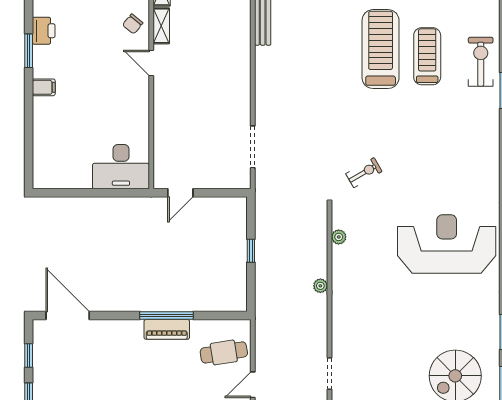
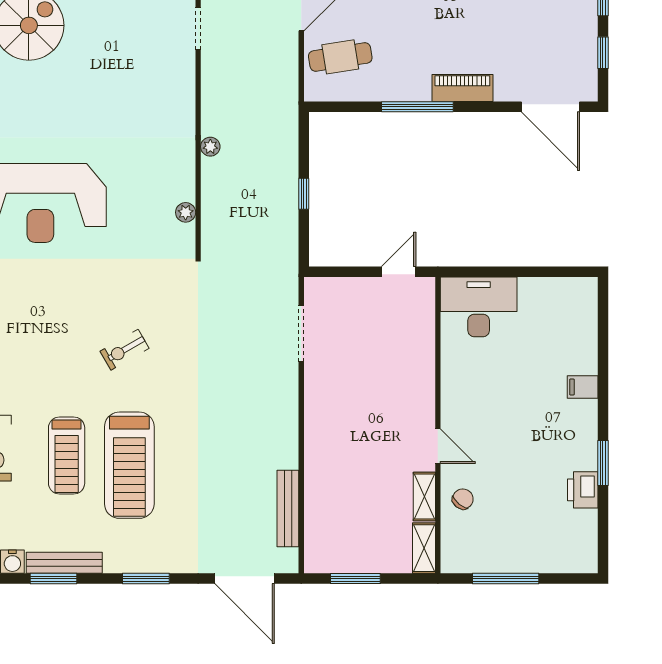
filing cabinet: (44, 87) -> (583, 387), moved
exercise bike: (364, 173) -> (125, 350), moved
piano: (167, 329) -> (462, 88), moved

